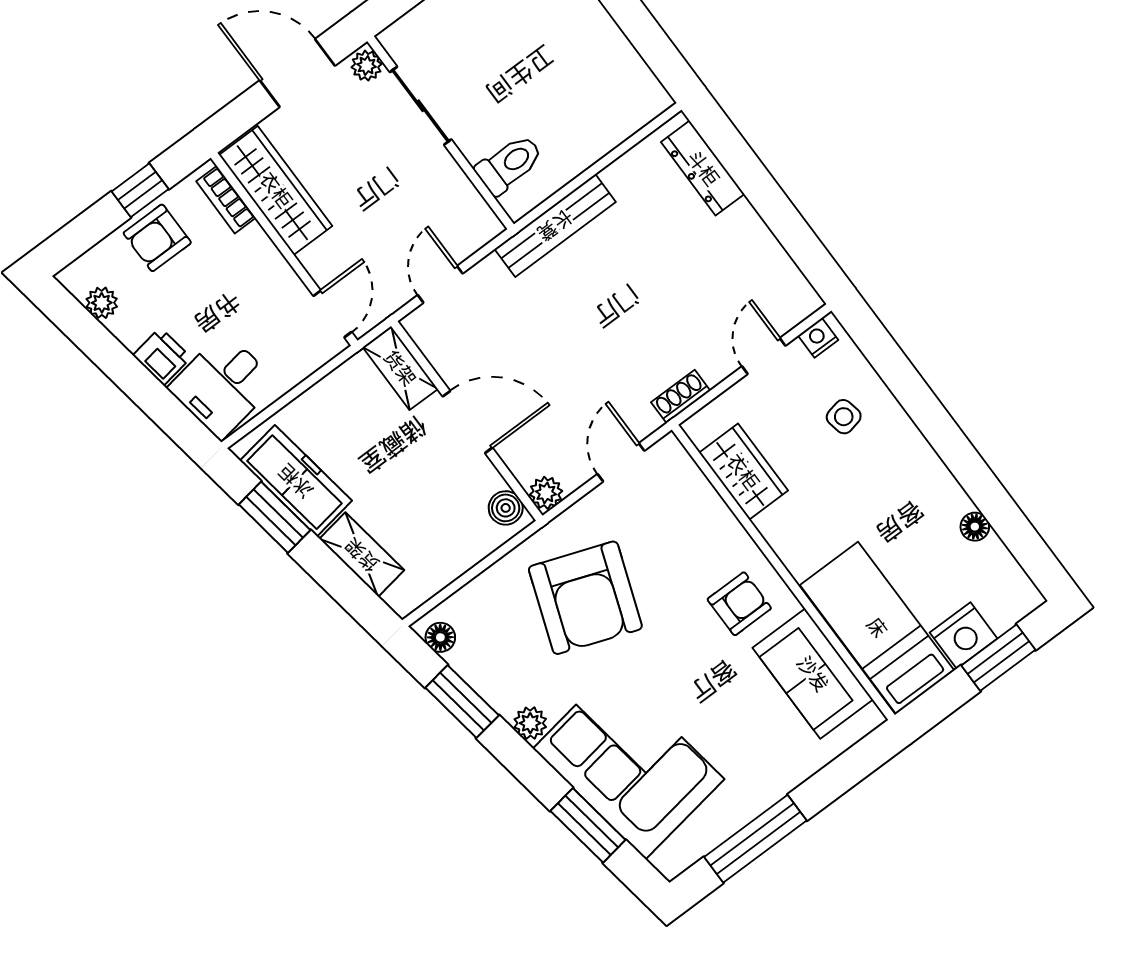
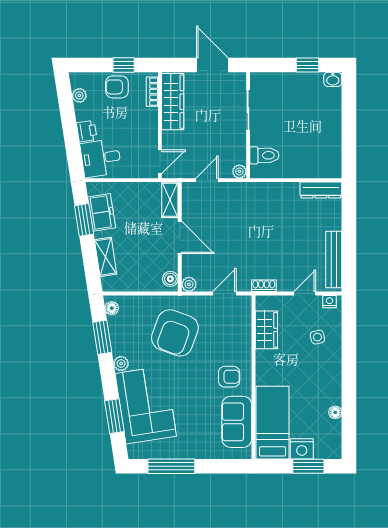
plant: (367, 66) -> (239, 171), moved
dresser: (703, 168) -> (321, 190), moved, turned -90
bench: (555, 225) -> (334, 259), moved, turned 90
freezer: (296, 481) -> (102, 212), width x0.71

